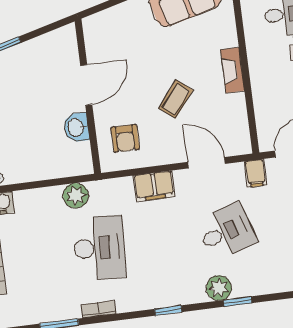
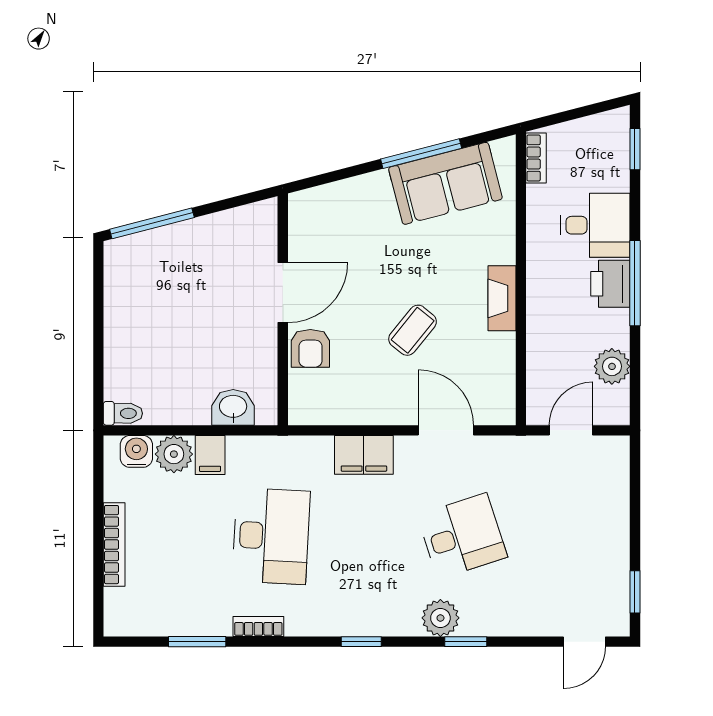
washbasin: (76, 127) -> (233, 407), moved, turned 90
armchair: (125, 138) -> (310, 348), moved
filing cabinet: (256, 173) -> (210, 455), moved
plant: (76, 196) -> (174, 454), moved

